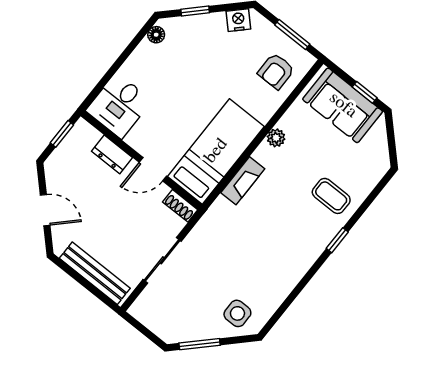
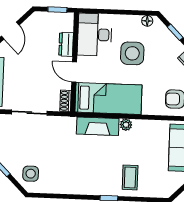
side table: (182, 82) -> (132, 53), added
desk: (119, 106) -> (95, 35), width x1.37
plant: (276, 138) -> (126, 125), moved
fireplace: (243, 181) -> (98, 126), width x1.37, depth x1.32

